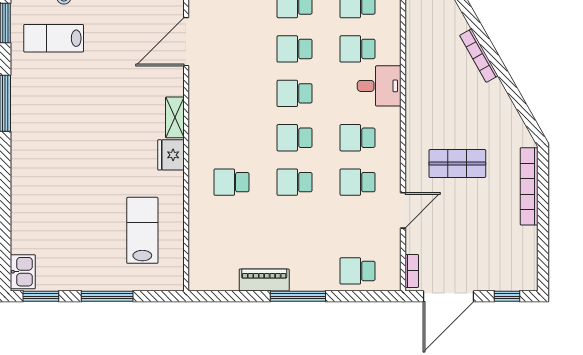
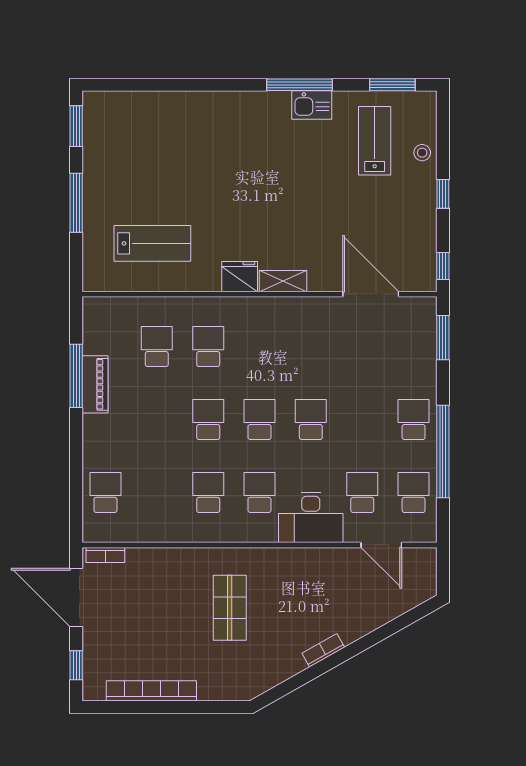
school desk: (295, 49) -> (157, 347), moved
bookcase: (479, 56) -> (323, 650), moved, width x0.64
desk: (379, 86) -> (311, 517), width x1.37
bookcase: (529, 186) -> (151, 691), moved
door: (403, 210) -> (381, 545), moved
kitchen sink: (23, 272) -> (312, 105), moved
window: (298, 296) -> (76, 376), moved

